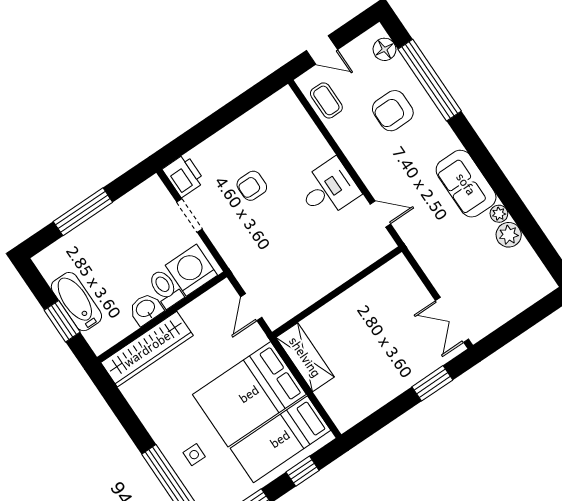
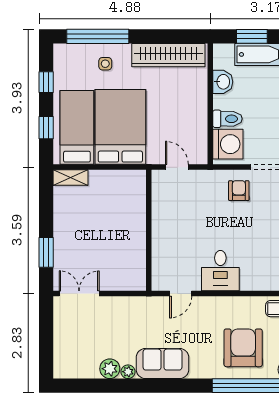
armchair: (393, 111) -> (243, 348), width x1.36, depth x1.36
armchair: (252, 186) -> (239, 191), moved
washbasin: (146, 309) -> (223, 82), moved
wardrobe: (147, 349) -> (168, 55), moved, turned -90
shelving: (305, 357) -> (70, 178), moved, width x0.67, depth x0.75

